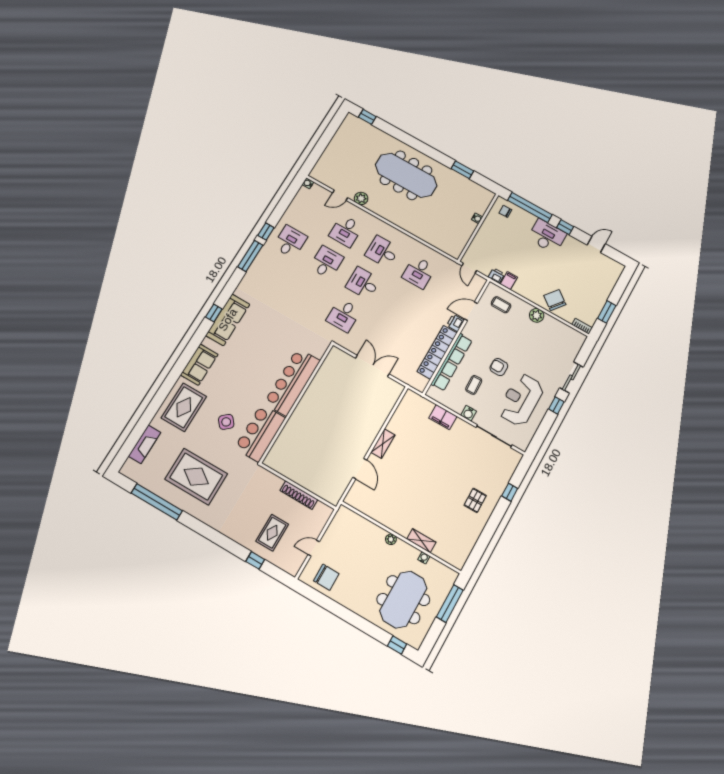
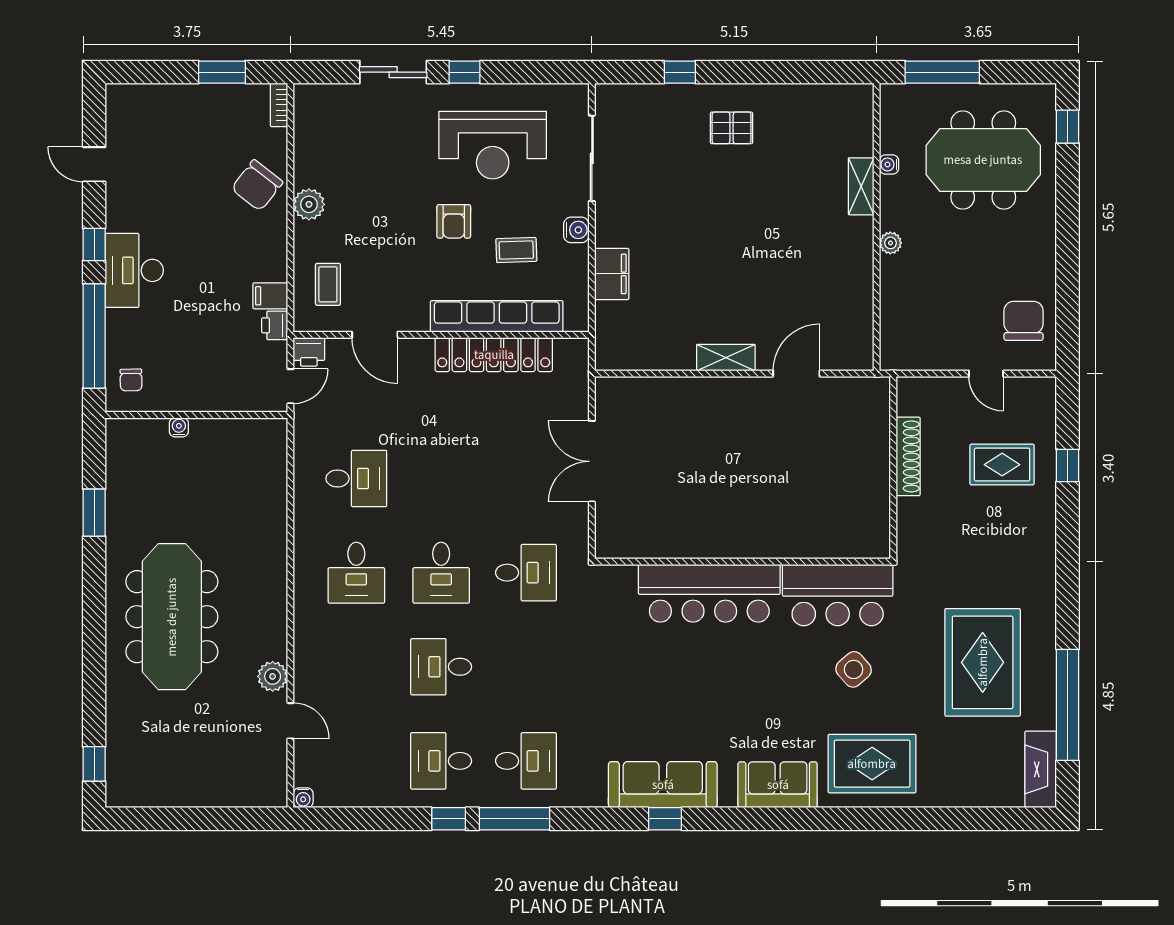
desk: (346, 231) -> (526, 761), moved
printer: (455, 323) -> (309, 352), moved
fireplace: (145, 444) -> (1041, 769), moved, turned -90

